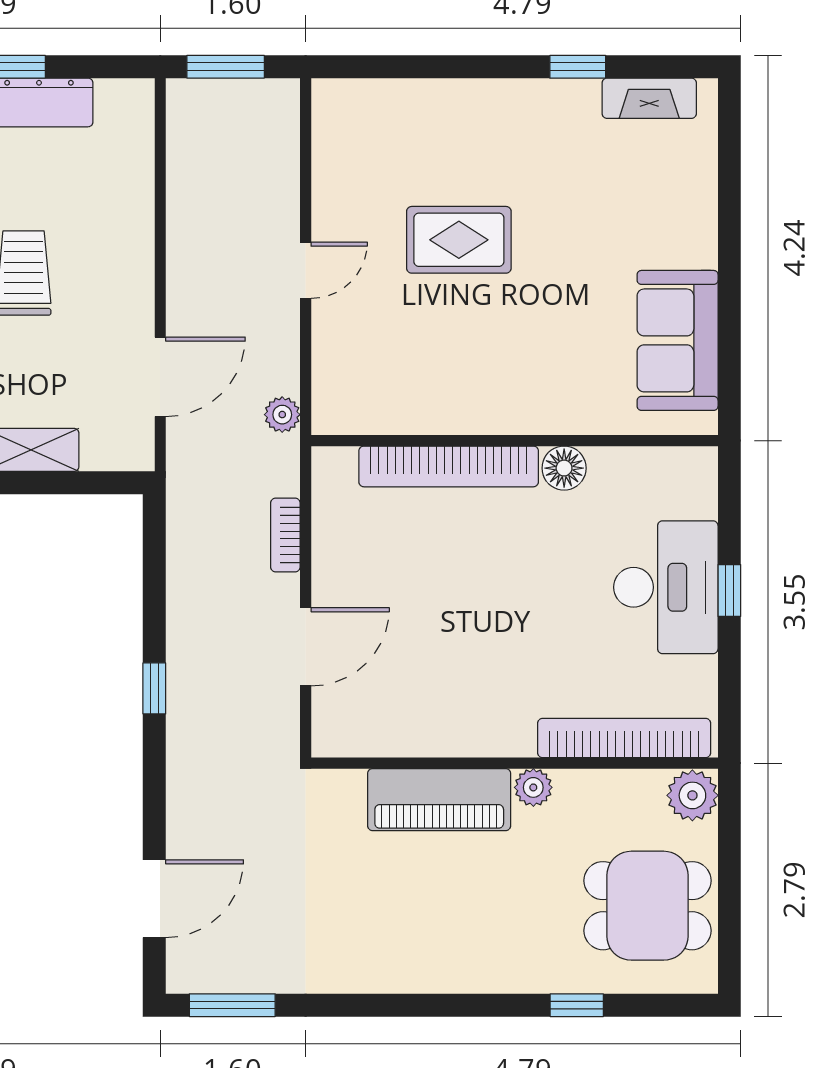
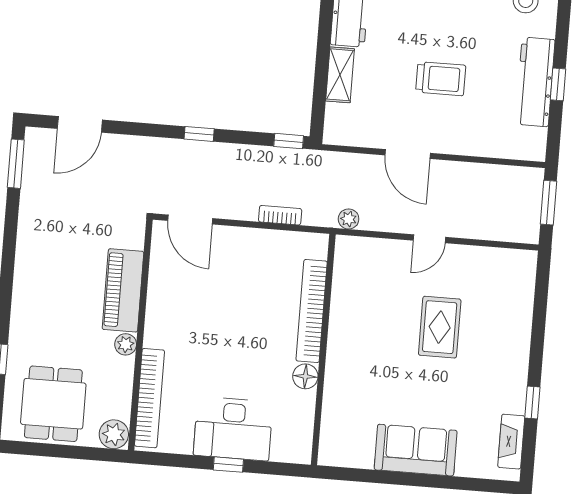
door: (306, 270) -> (429, 239), hinge flipped
sofa: (678, 340) -> (416, 450), moved
door: (160, 377) -> (408, 154), moved
window: (154, 531) -> (289, 141), added
door: (306, 647) -> (190, 220), moved
door: (154, 899) -> (80, 124), hinge flipped

